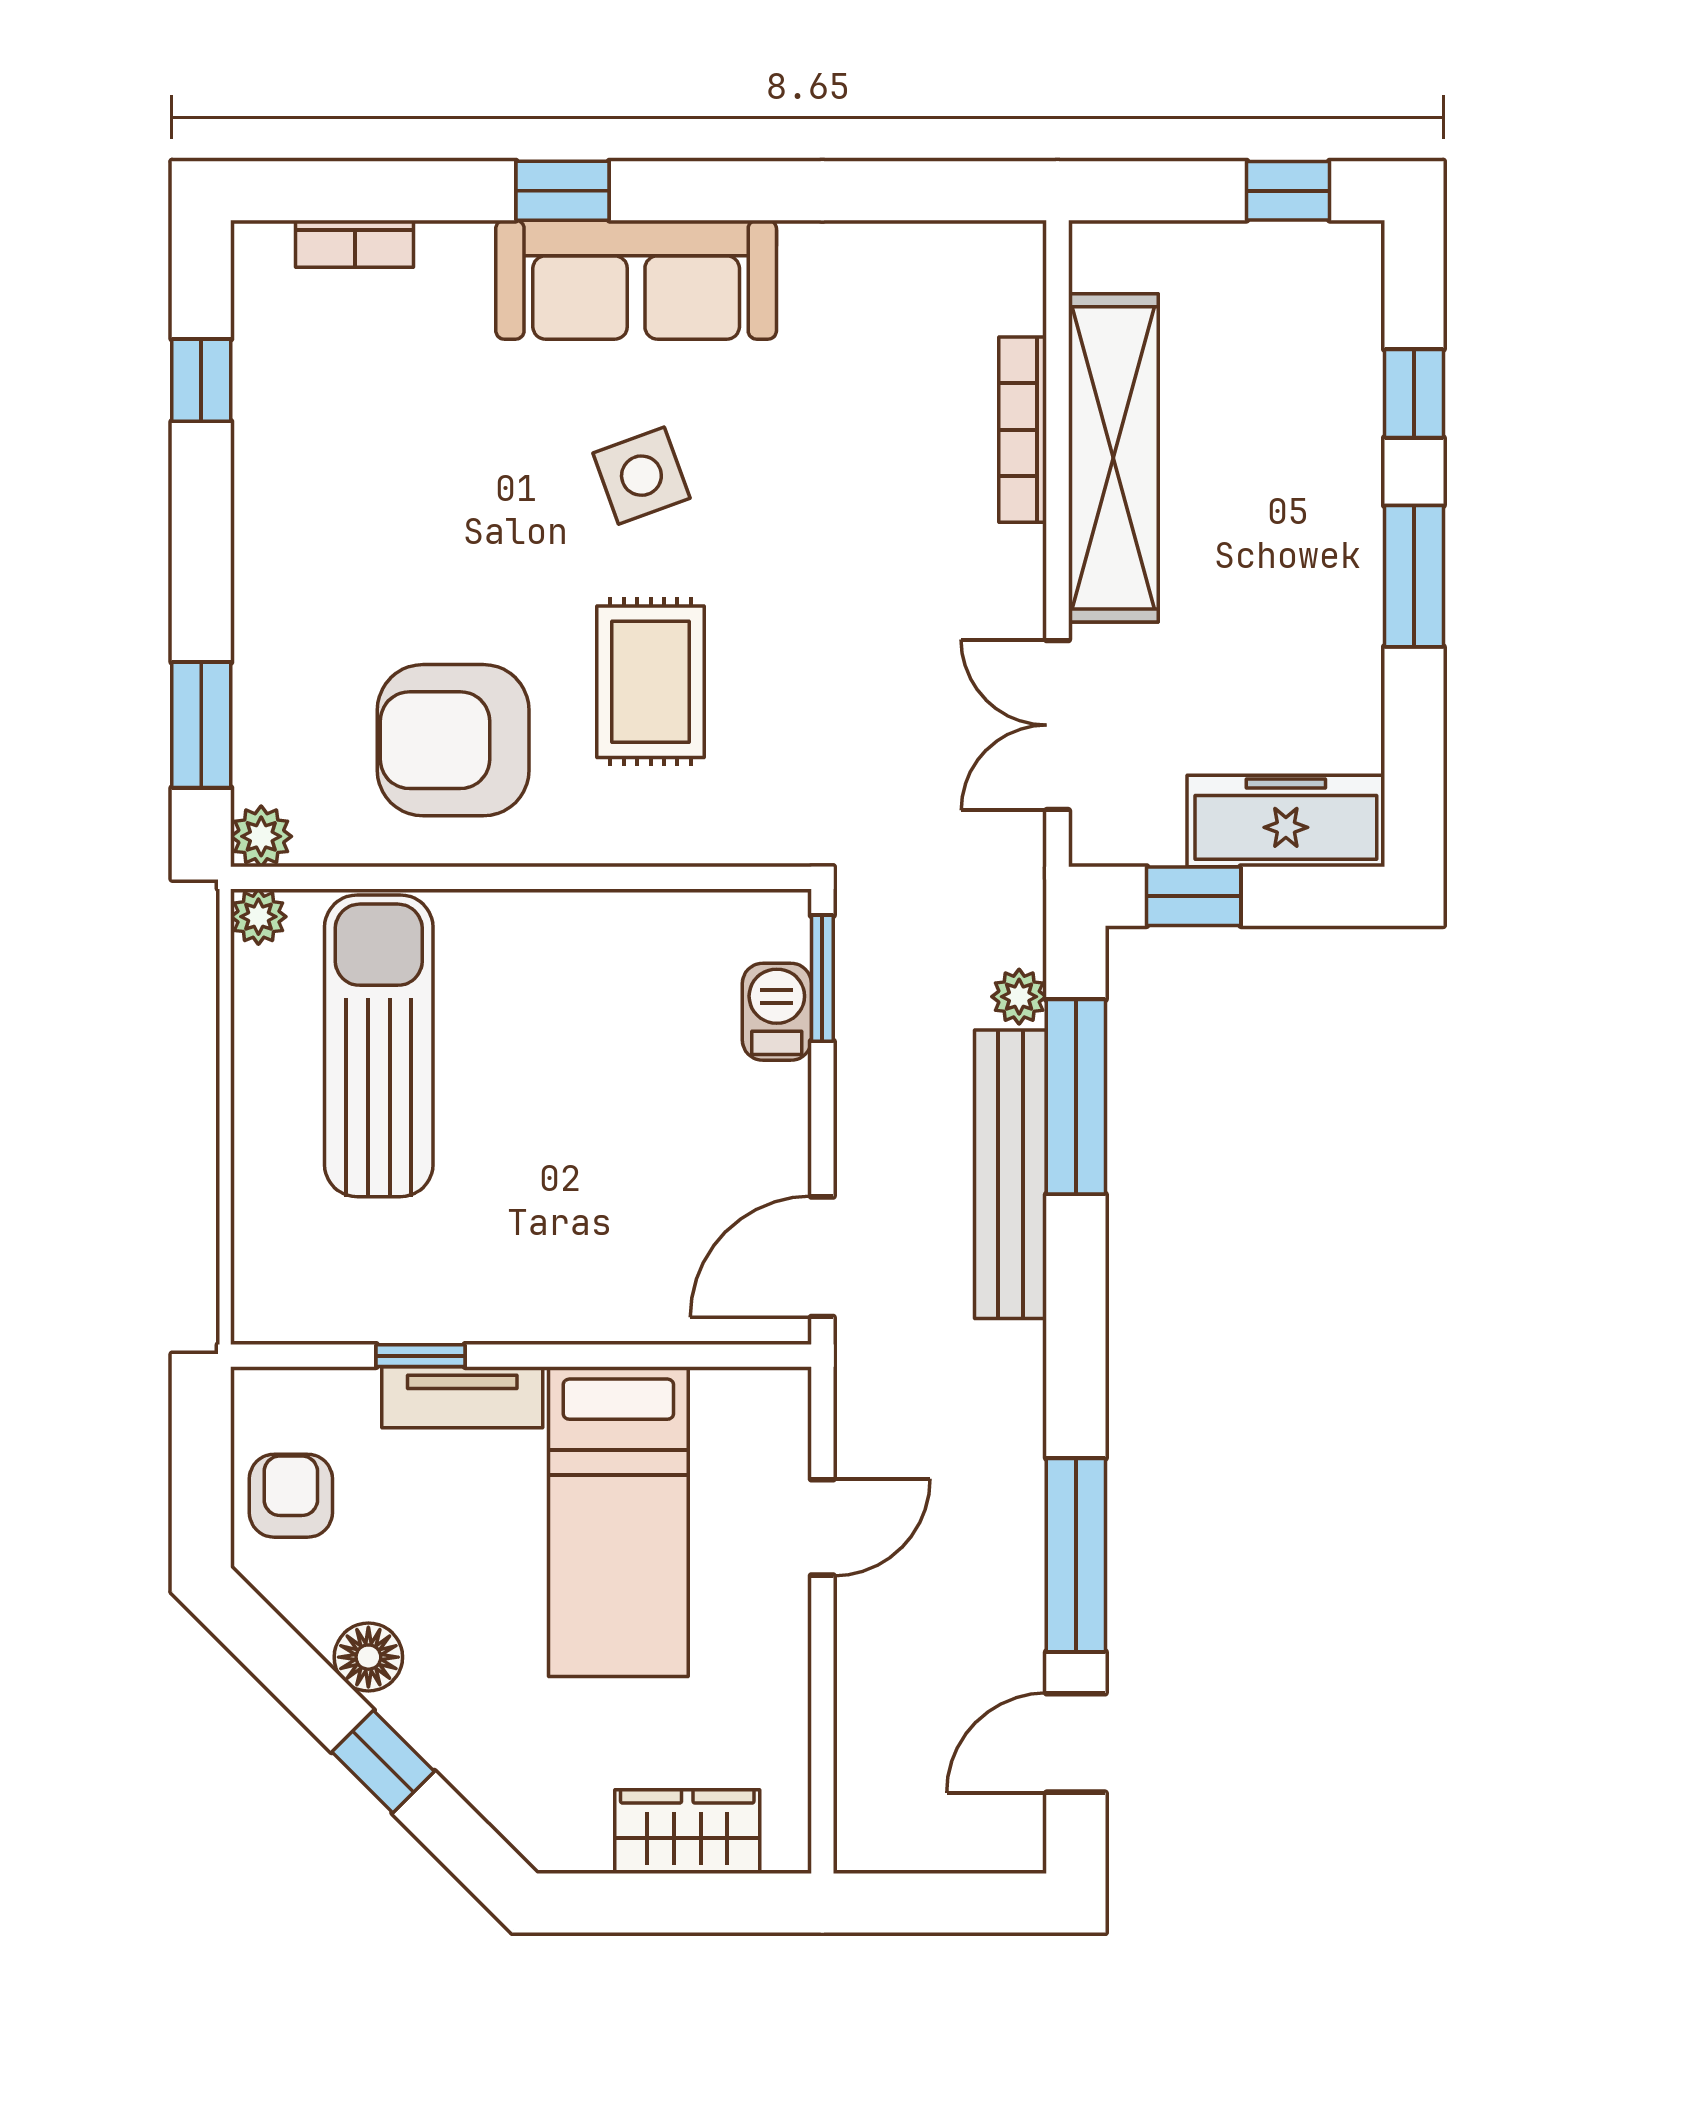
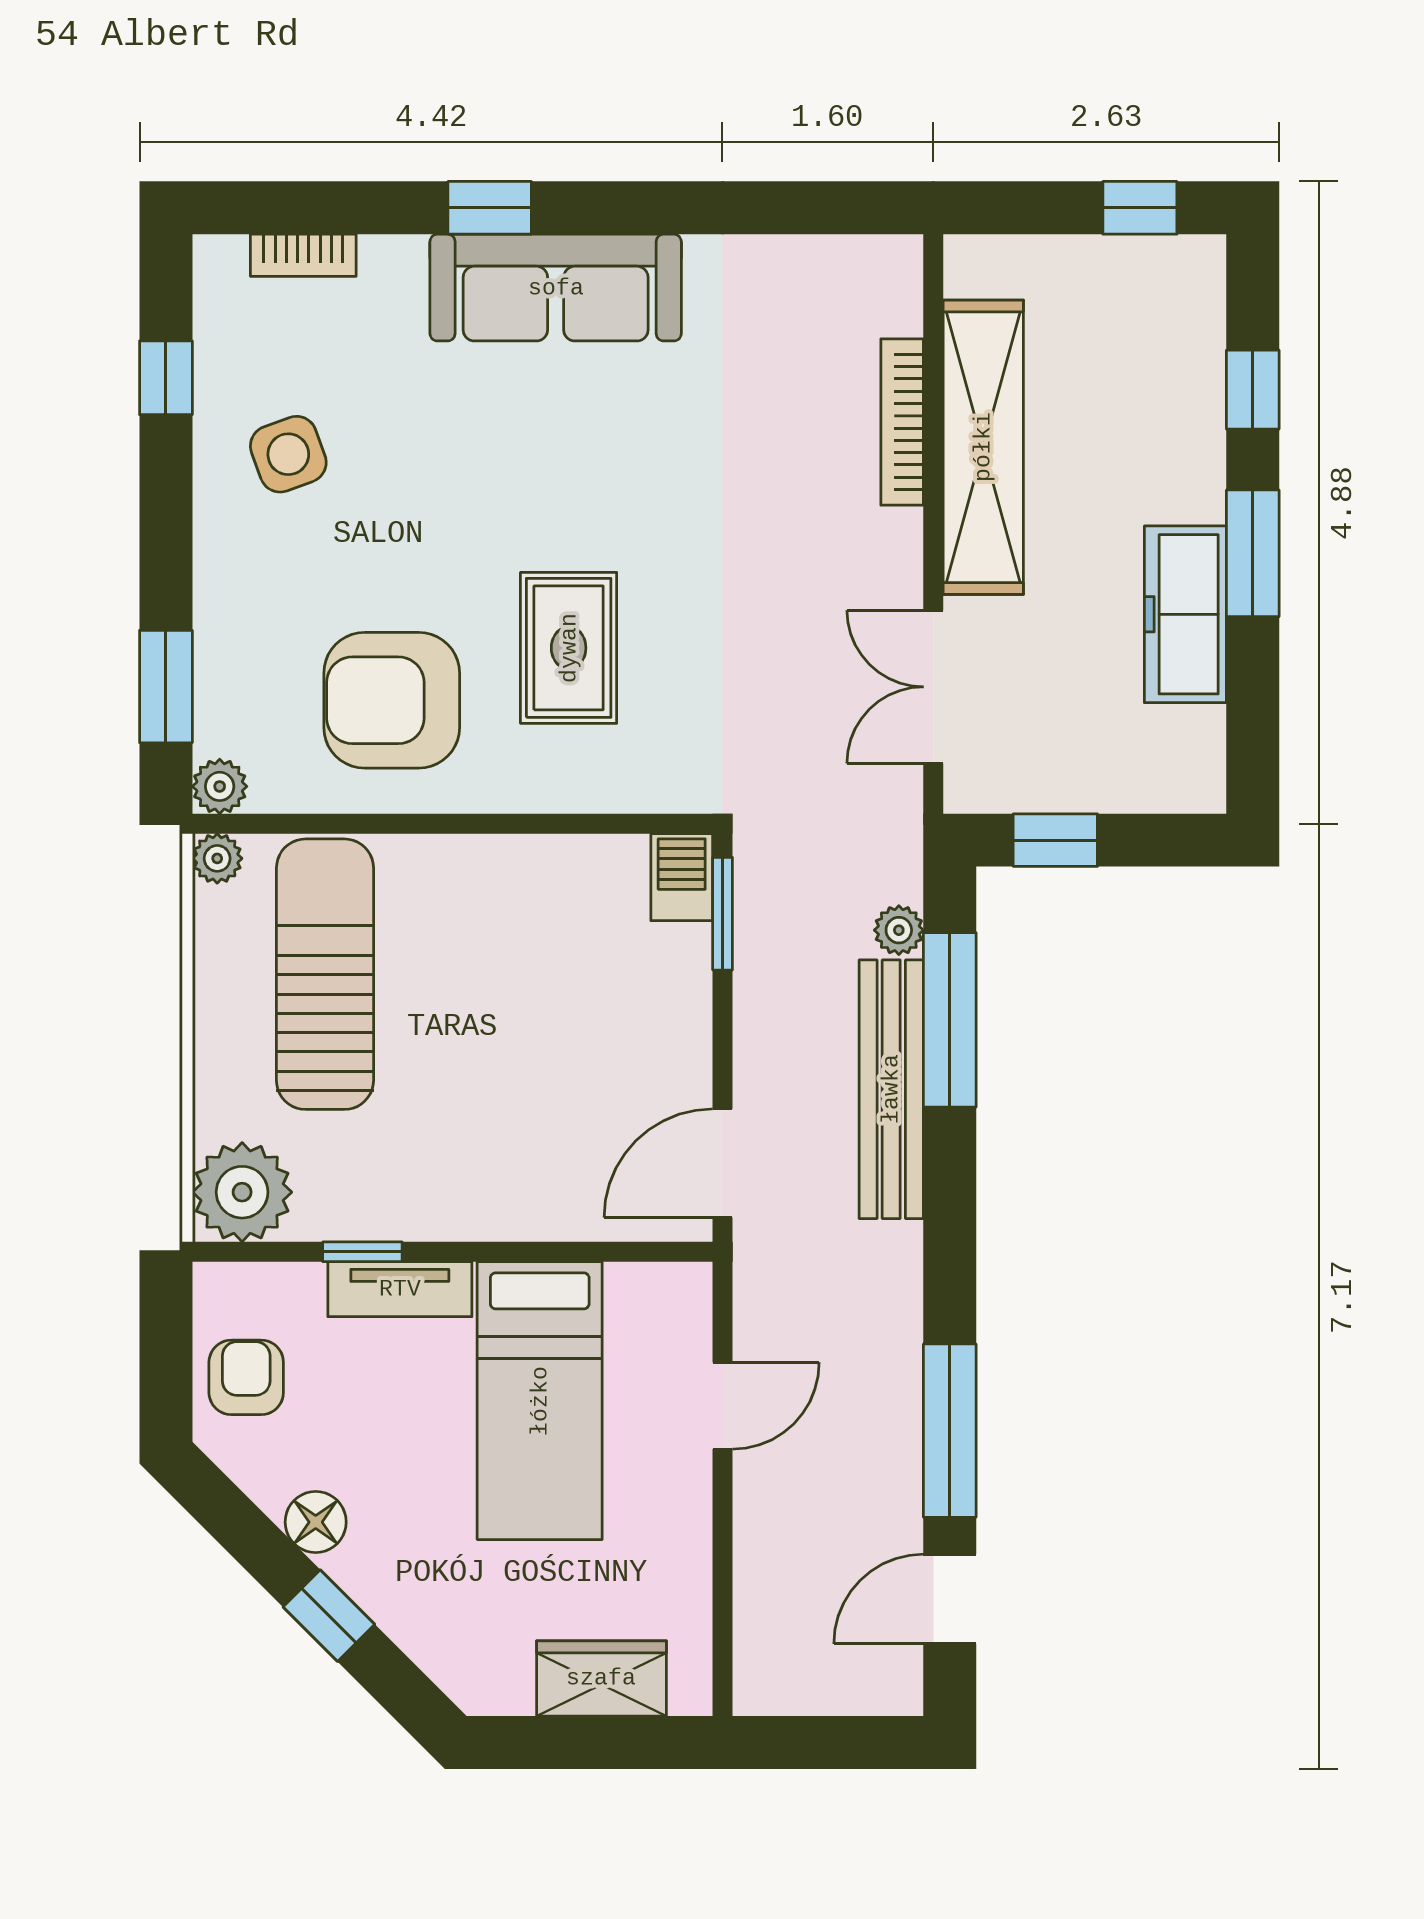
side table: (641, 476) -> (288, 454), moved
freezer: (1286, 821) -> (1185, 614), moved, turned -90
barbecue: (777, 1012) -> (682, 877), moved
plant: (286, 1289) -> (242, 1192), added

